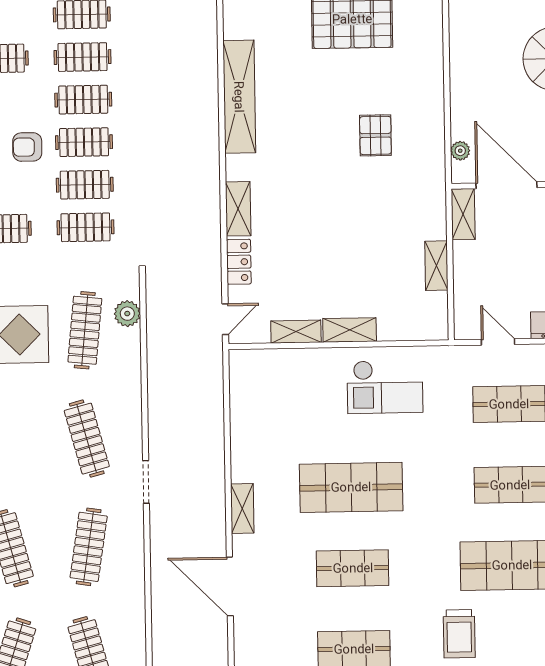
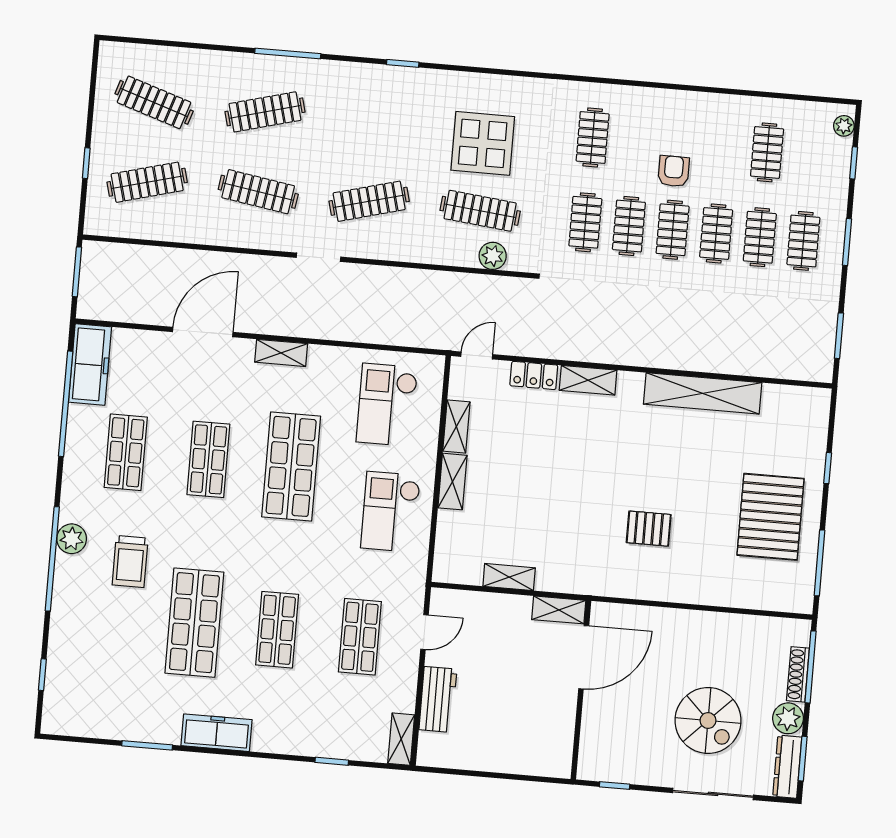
plant: (460, 151) -> (624, 614), removed
door: (225, 319) -> (477, 356), swing flipped
checkout: (282, 401) -> (387, 405), added
trolley: (459, 634) -> (130, 562), turned -90

